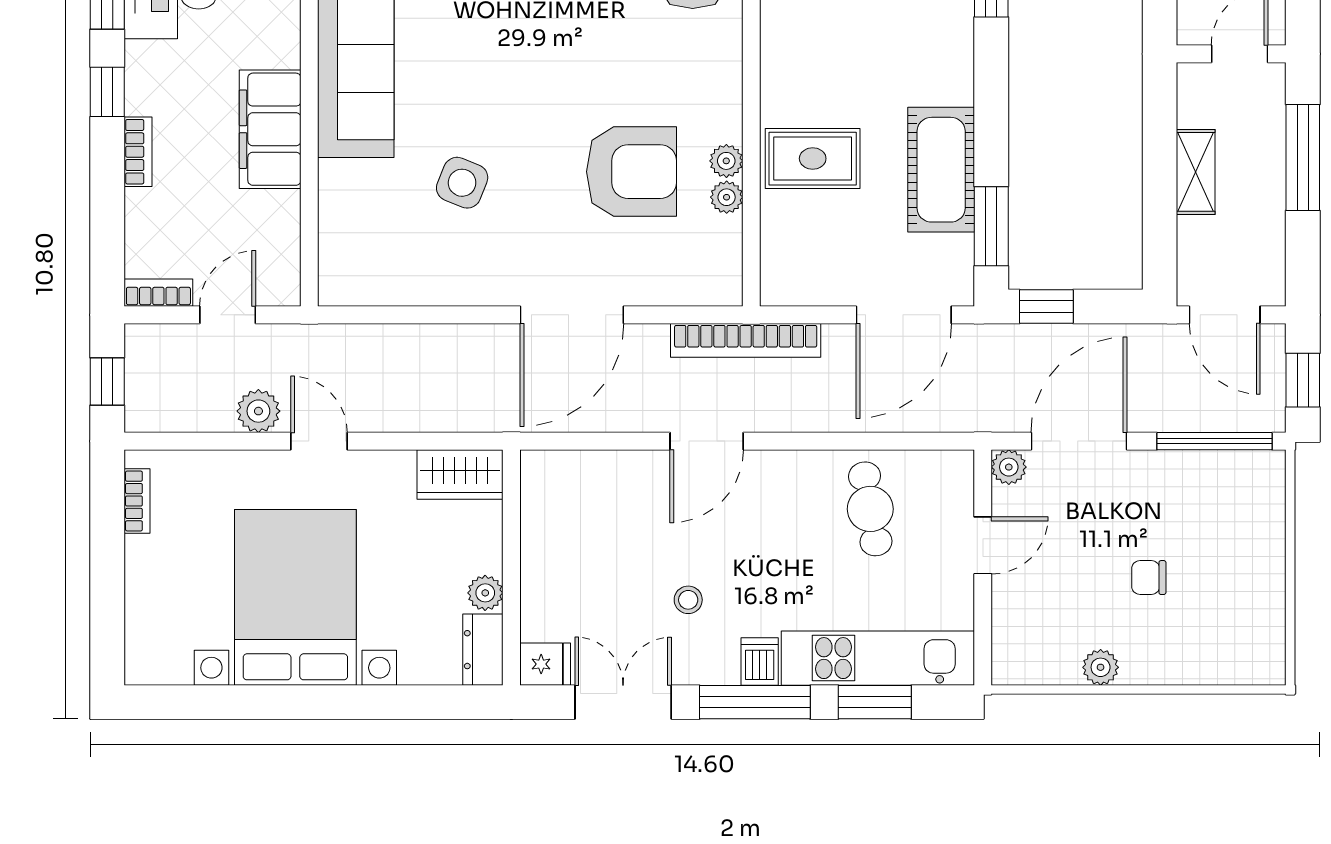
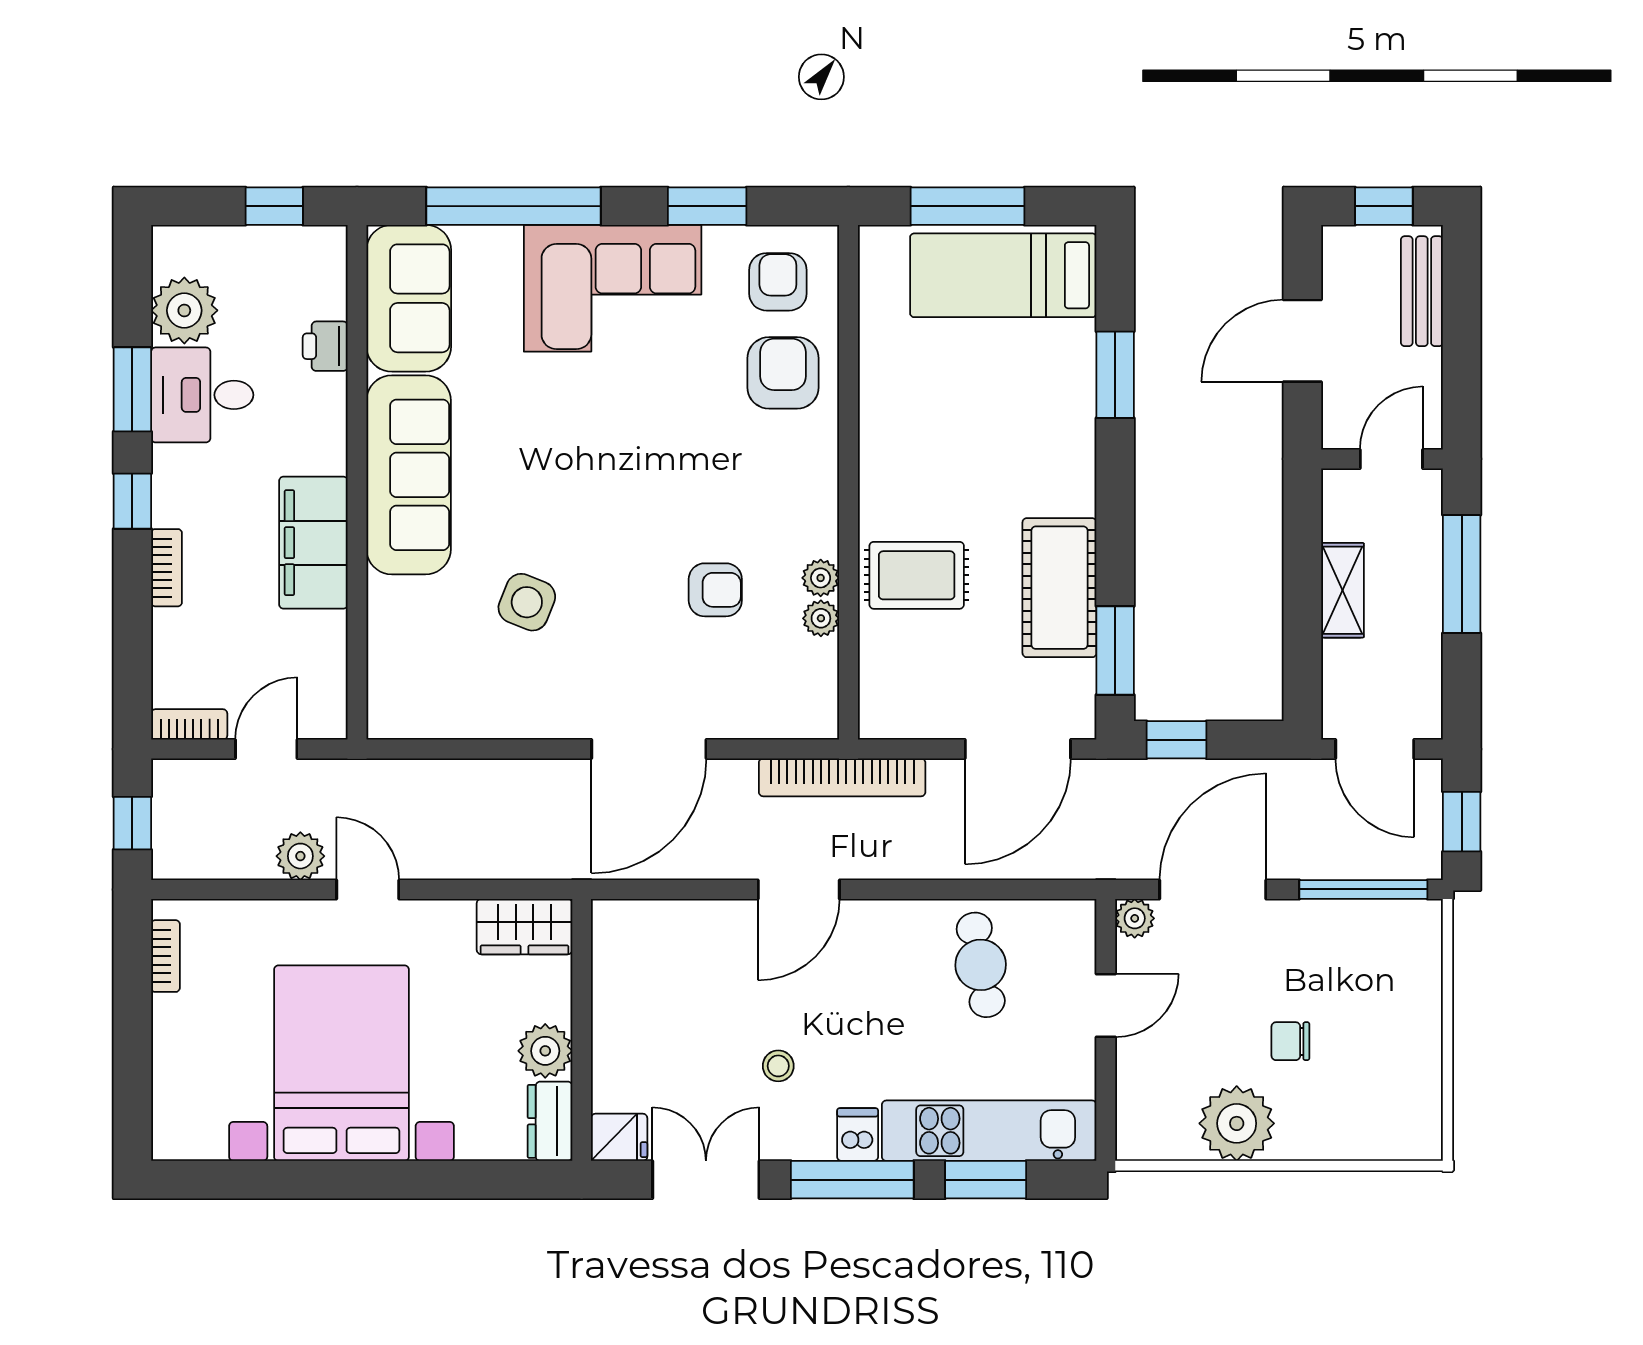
armchair: (632, 172) -> (715, 590), width x0.53, depth x0.53
plant: (485, 593) -> (545, 1051), width x1.38, depth x1.38
plant: (1101, 667) -> (1237, 1123), width x1.88, depth x1.88

